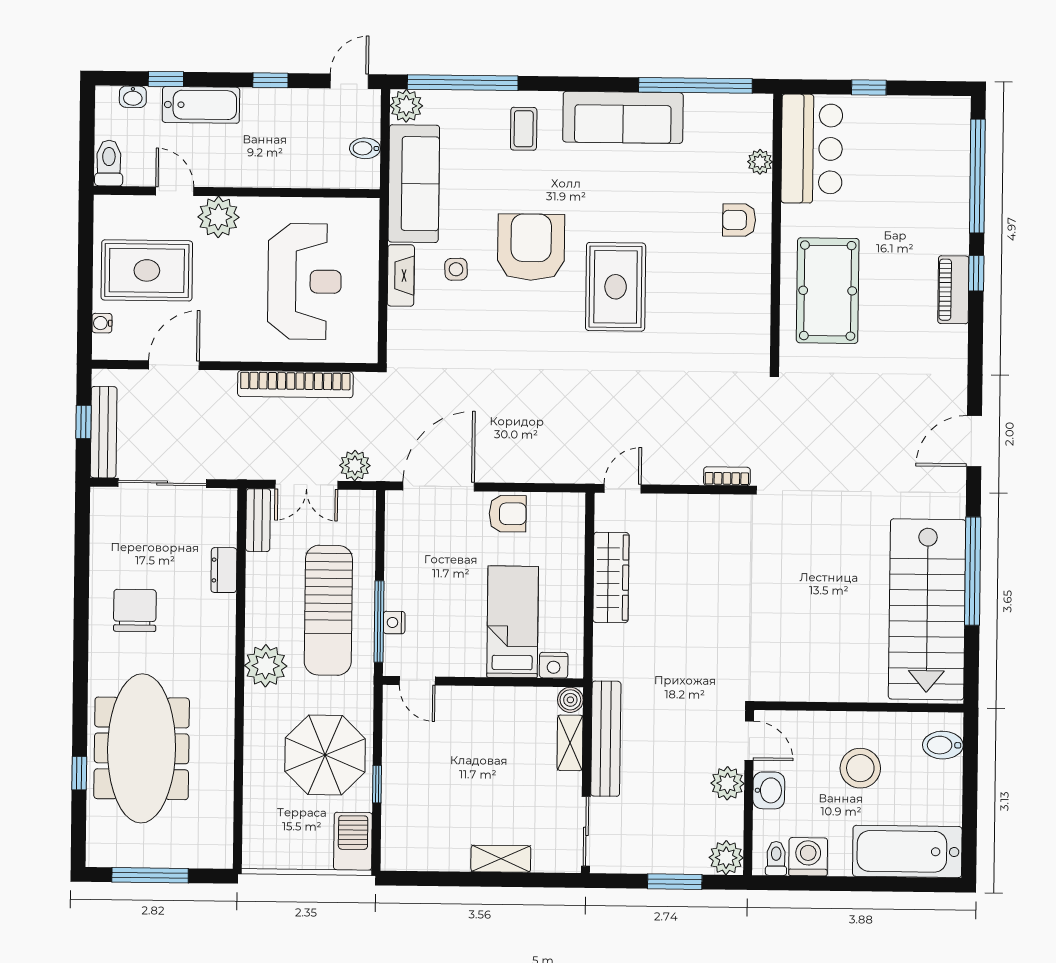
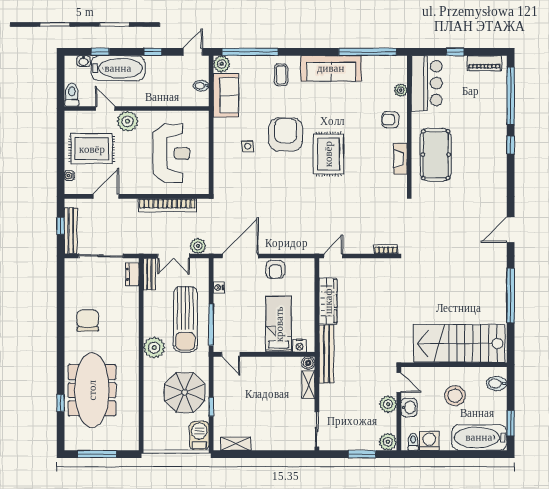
bathtub: (201, 105) -> (118, 68), width x1.36, depth x1.36
sofa: (414, 184) -> (226, 95), width x0.73
fireplace: (401, 275) -> (400, 159), moved, turned 180
piano: (953, 290) -> (484, 63), moved, turned -90
armchair: (508, 514) -> (275, 269), turned 90
dresser: (224, 570) -> (132, 274), moved
stairs: (927, 609) -> (459, 344), moved, turned 90
nightstand: (394, 623) -> (219, 287), moved
bench: (606, 739) -> (326, 354), moved
window: (969, 824) -> (511, 423), added
shelving: (501, 859) -> (236, 444), moved

